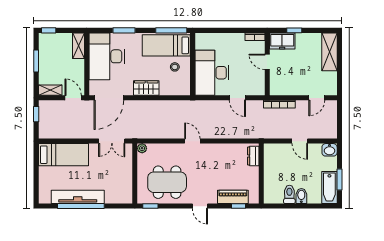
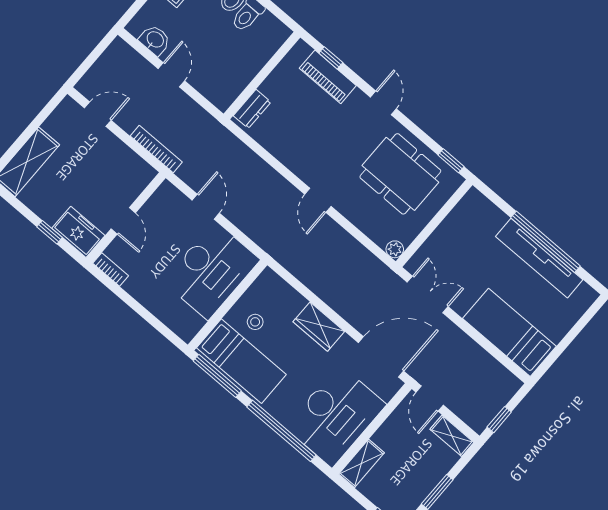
window: (124, 30) -> (281, 431), width x2.11
washbasin: (330, 150) -> (155, 40), moved

